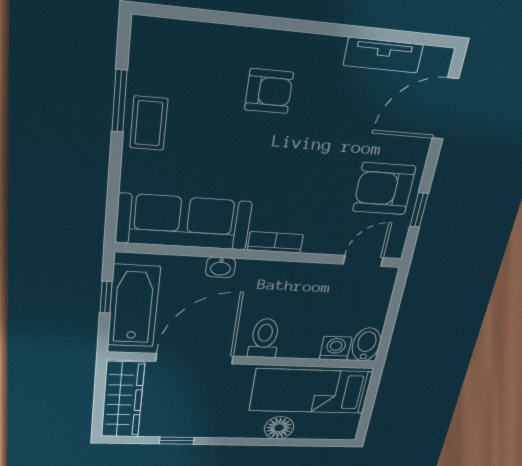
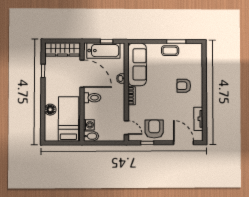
armchair: (269, 91) -> (184, 86), turned 90

